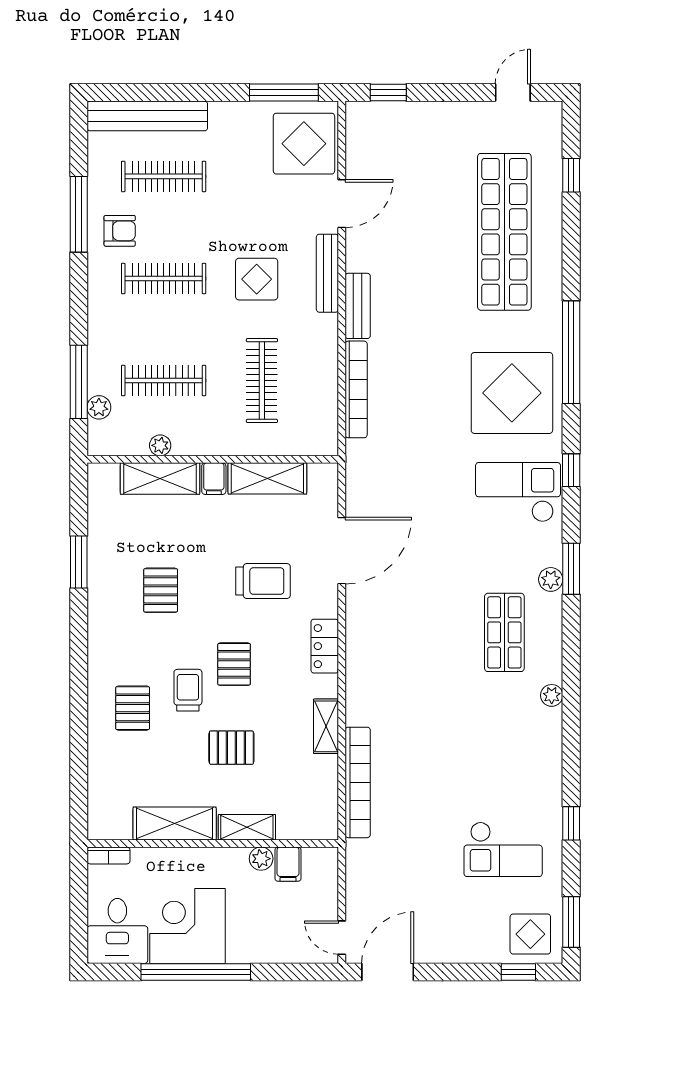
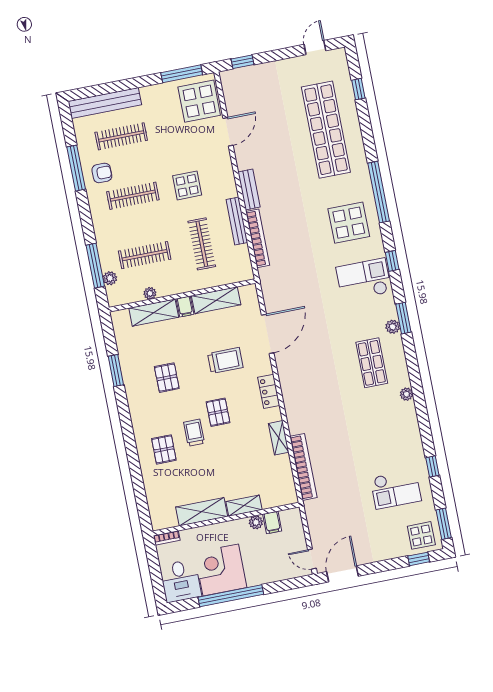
bench: (327, 273) -> (237, 221), moved
display table: (512, 393) -> (349, 223), width x0.73, depth x0.73
pallet: (231, 748) -> (226, 461), removed

